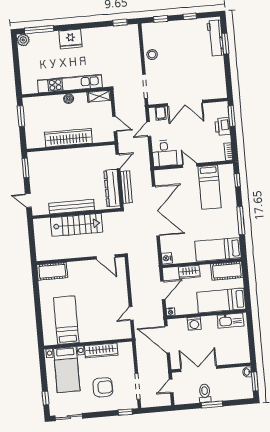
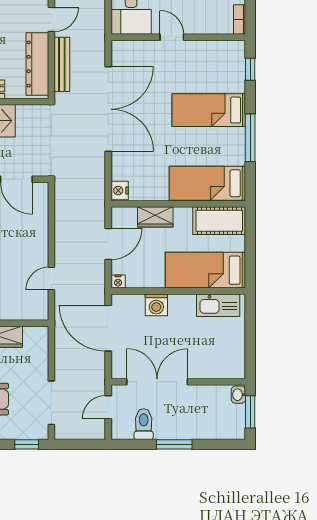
bed: (210, 187) -> (209, 110), moved, turned 90
toilet: (205, 393) -> (144, 424), moved

